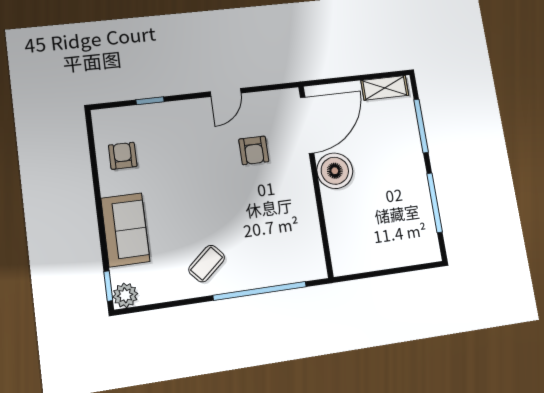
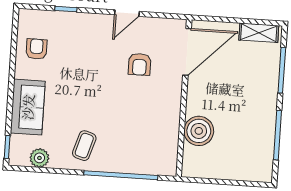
boiler: (335, 171) -> (199, 131), moved
coffee table: (207, 264) -> (84, 146), turned -32
plant: (125, 295) -> (39, 158), moved

